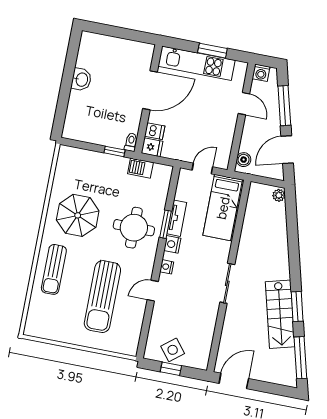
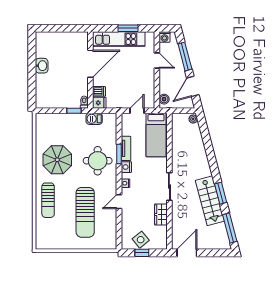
wardrobe: (208, 320) -> (161, 214), added

